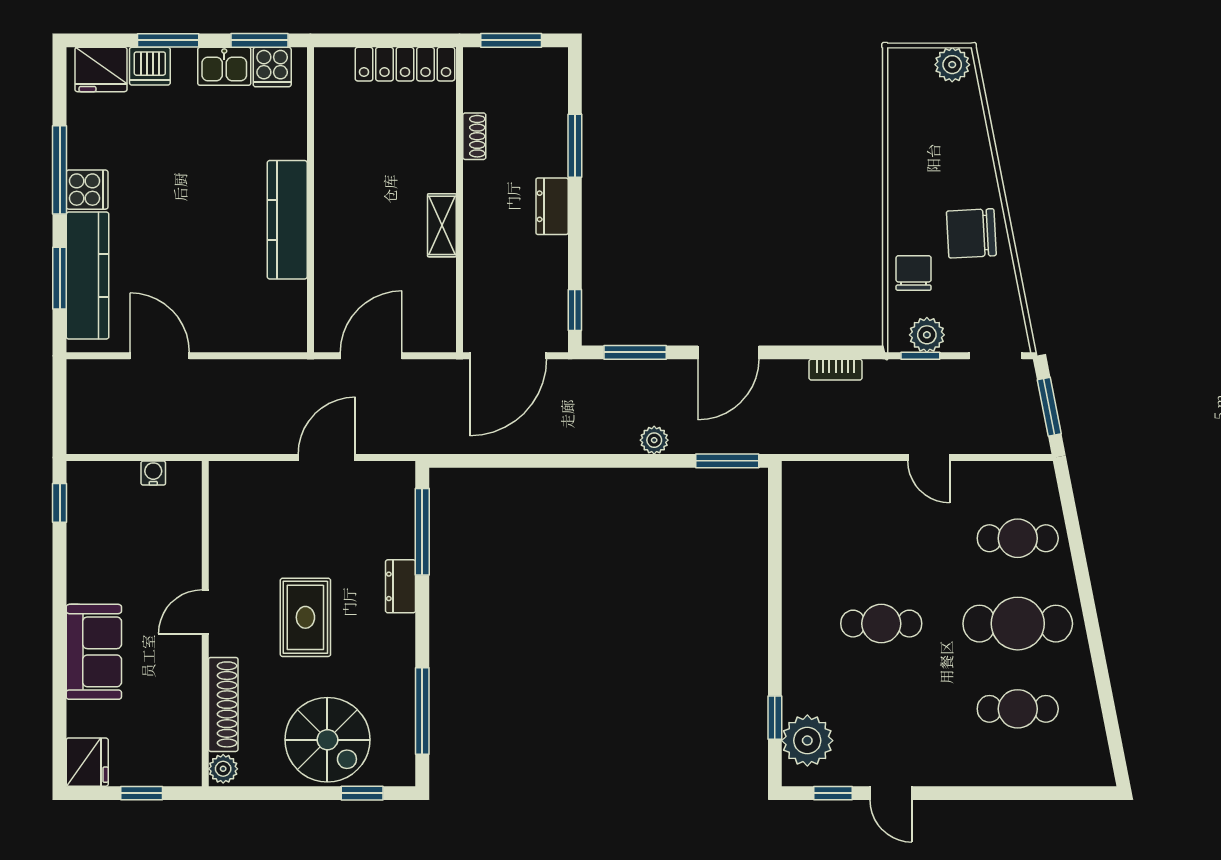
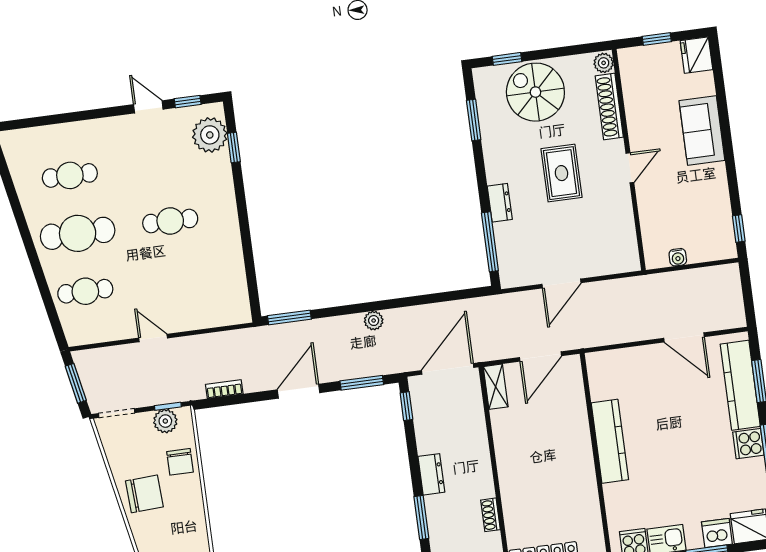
shelving: (442, 225) -> (496, 387), moved
plant: (654, 440) -> (374, 321), moved
window: (422, 711) -> (474, 120), width x0.69

